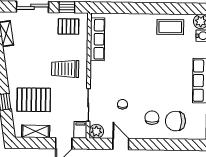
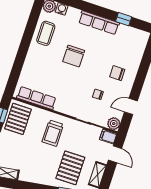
pallet: (68, 26) -> (18, 119), width x1.50, depth x1.42
chair: (175, 121) -> (74, 56), moved

